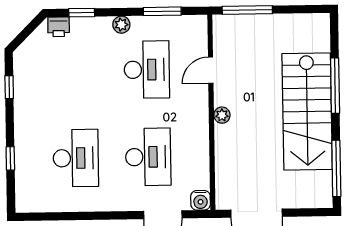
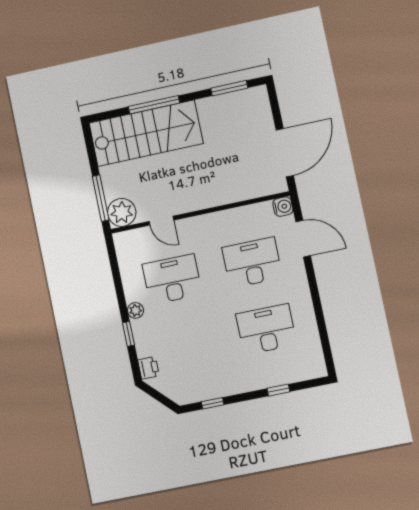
window: (162, 11) -> (116, 275), removed
window: (82, 13) -> (128, 334), moved
stairs: (307, 111) -> (146, 133), moved
plant: (222, 115) -> (122, 212), moved, width x1.87, depth x1.87
window: (336, 168) -> (229, 88), width x0.69

